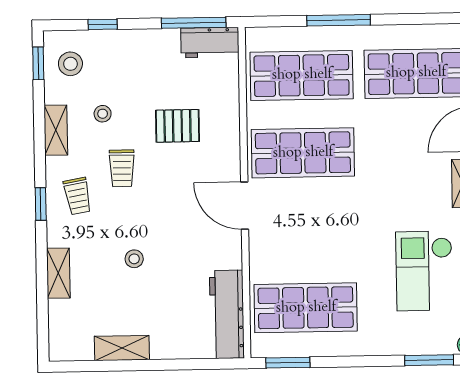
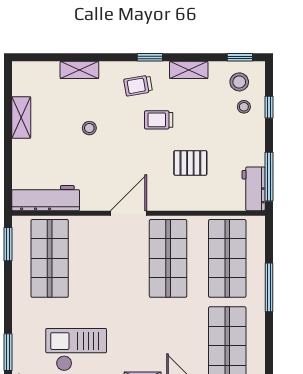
stool: (103, 114) -> (244, 107), moved
pallet: (177, 126) -> (190, 163), turned 90
window: (41, 204) -> (150, 57), moved

